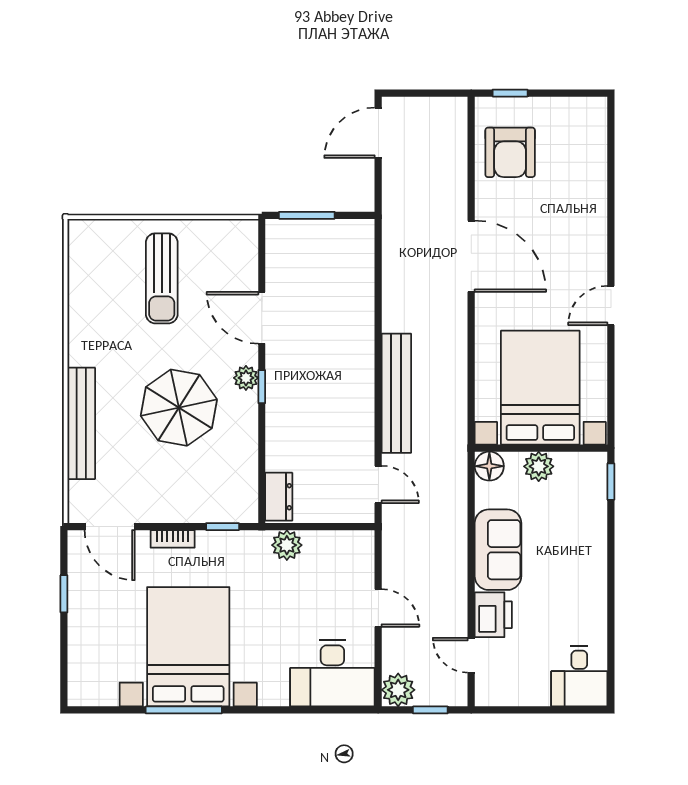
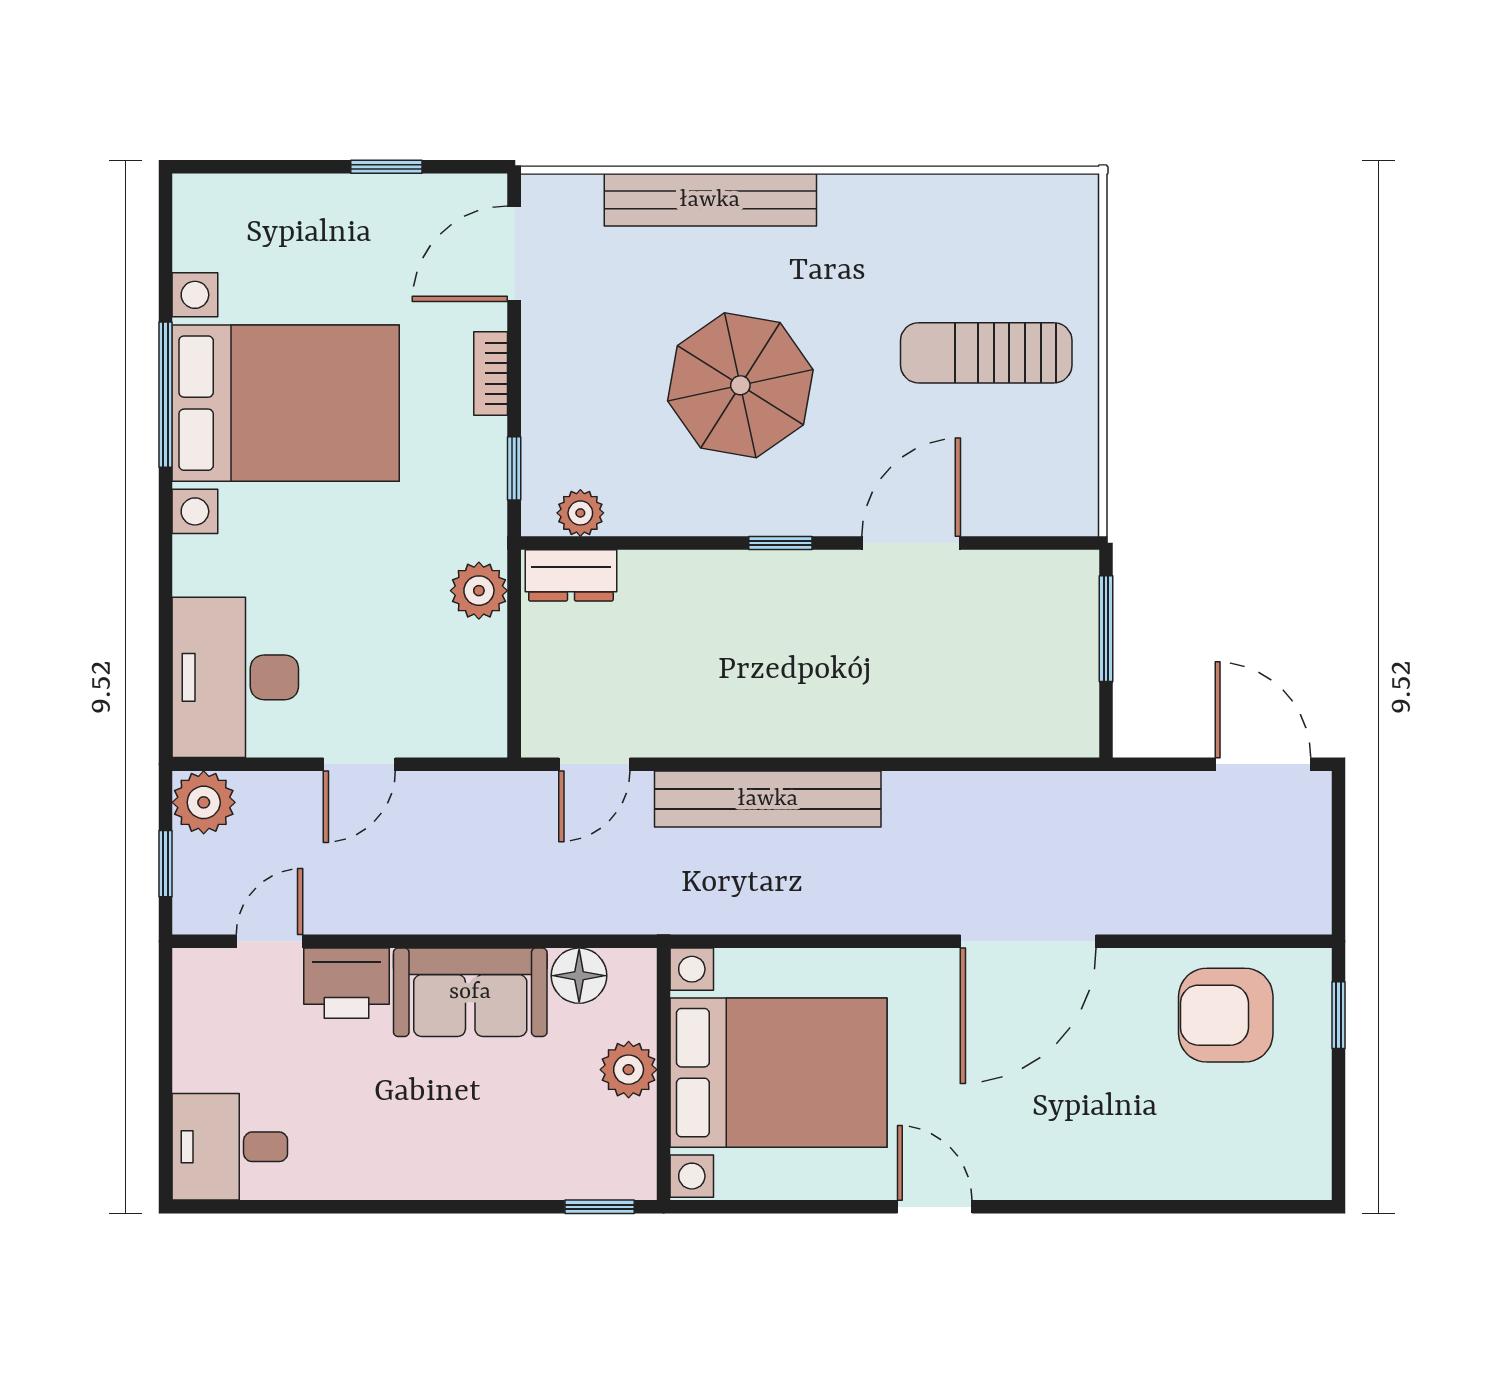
plant: (246, 378) -> (580, 513), moved
floor lamp: (489, 466) -> (579, 976), moved

